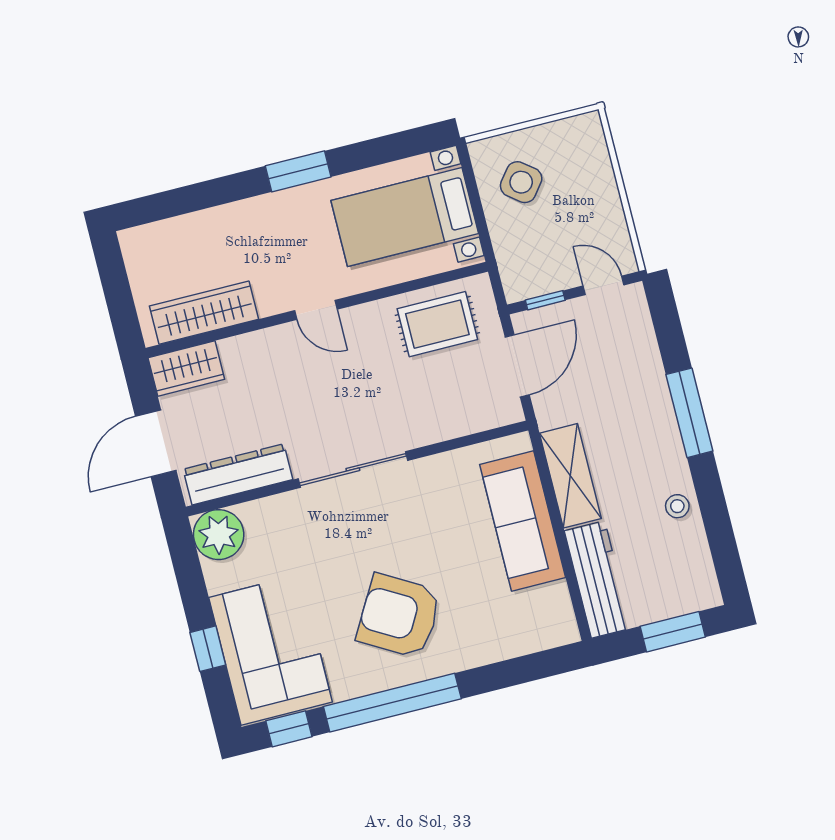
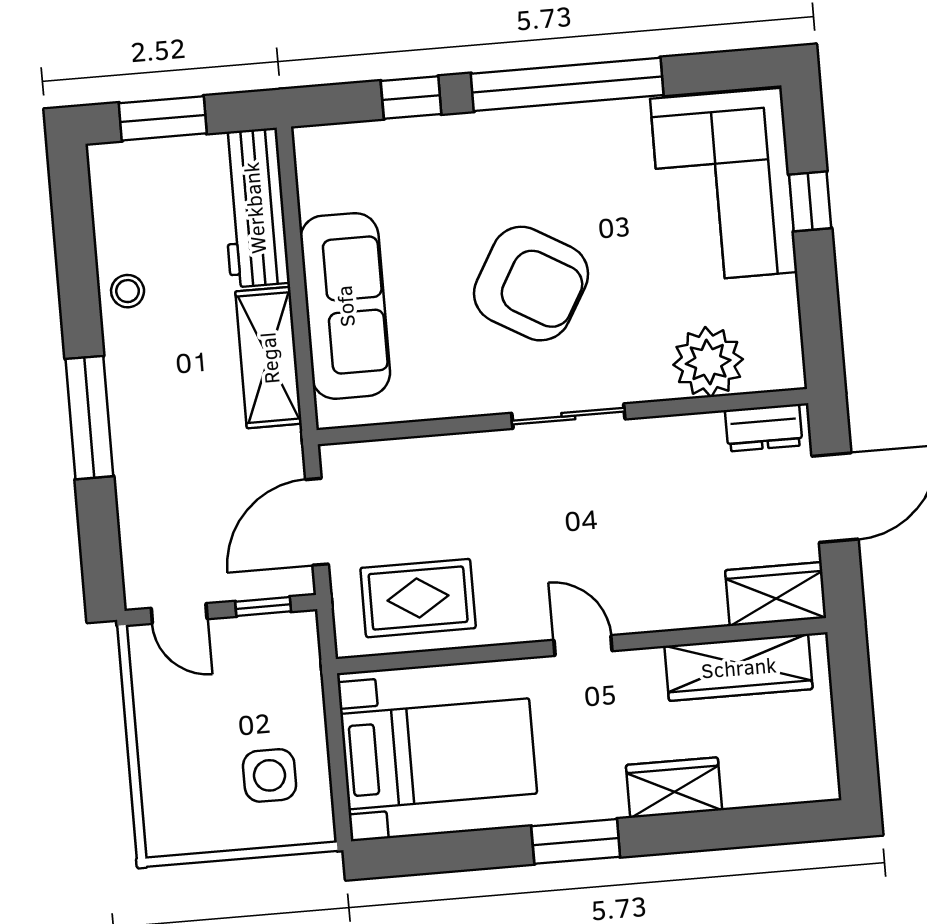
side table: (521, 182) -> (270, 775), turned -38
wardrobe: (235, 221) -> (674, 788), added
sliding door: (353, 470) -> (568, 416), width x0.73
dresser: (238, 474) -> (764, 428), width x0.51, depth x0.80
plant: (219, 535) -> (708, 362), moved
armchair: (399, 616) -> (531, 284), moved
window: (289, 729) -> (411, 98), moved

